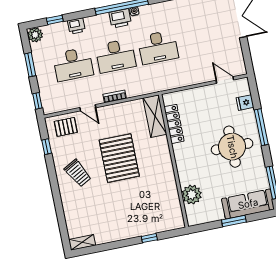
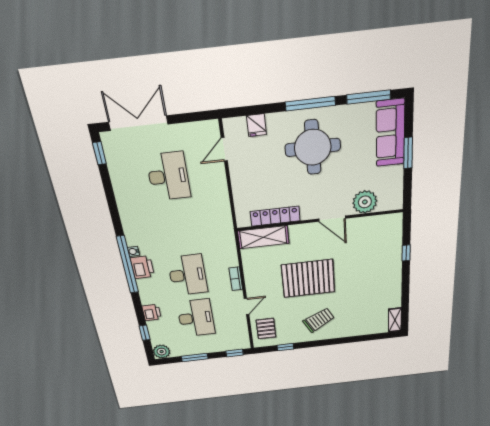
desk: (158, 47) -> (168, 176), moved
window: (261, 127) -> (310, 104), moved
door: (175, 170) -> (332, 219), added

